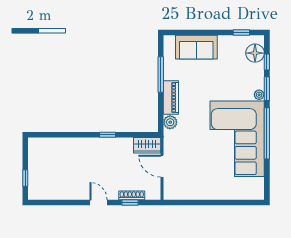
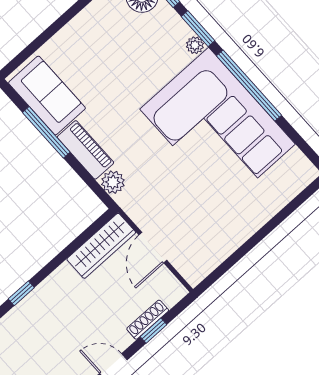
sofa: (196, 47) -> (47, 95), moved, turned -90
window: (107, 135) -> (21, 293), moved
wardrobe: (147, 145) -> (101, 246), width x1.50
door: (162, 166) -> (153, 248), hinge flipped

